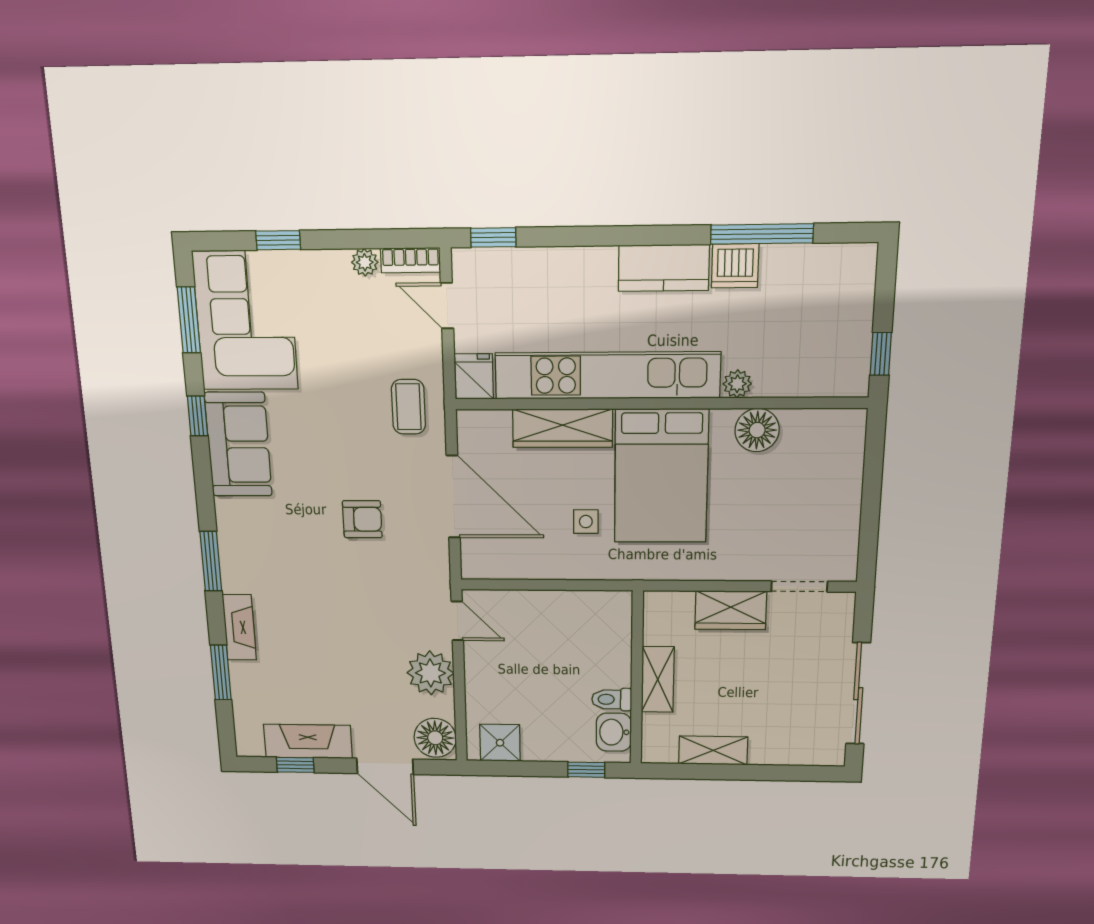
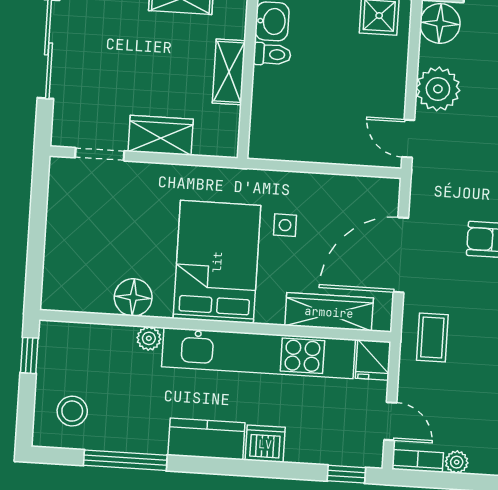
dishwasher: (735, 266) -> (265, 444), moved
stool: (828, 290) -> (72, 411), added
wardrobe: (563, 428) -> (329, 312), moved
door: (453, 497) -> (401, 255), hinge flipped

